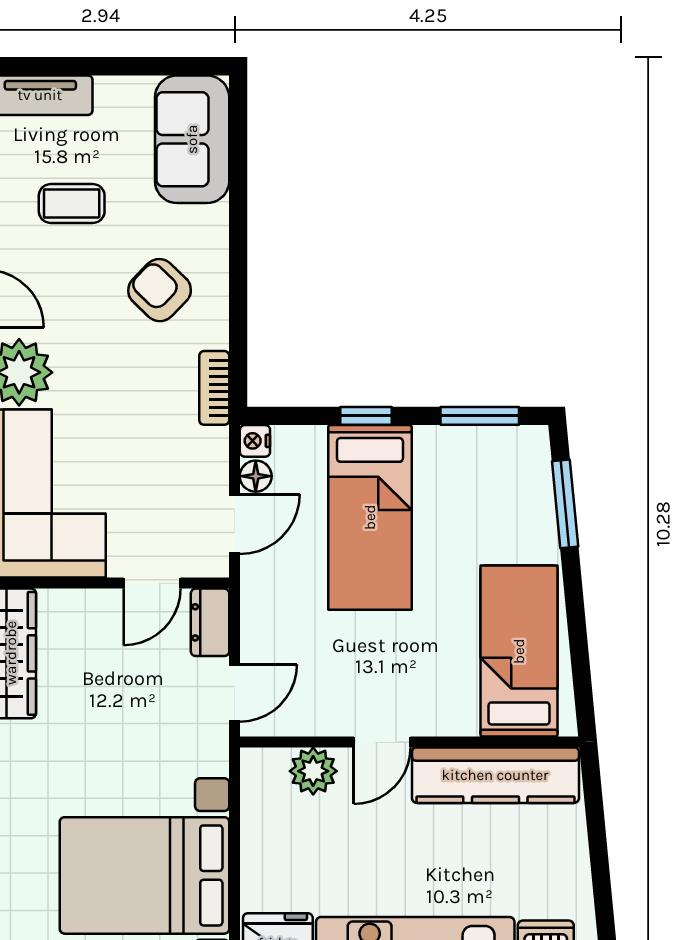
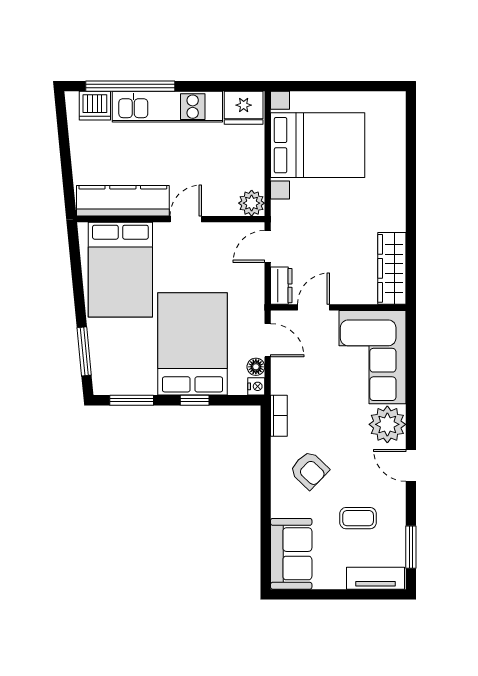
bed: (370, 517) -> (193, 344), width x1.50
door: (235, 524) -> (268, 340), swing flipped
bed: (519, 651) -> (120, 270), width x1.50
plant: (313, 771) -> (252, 203), moved

